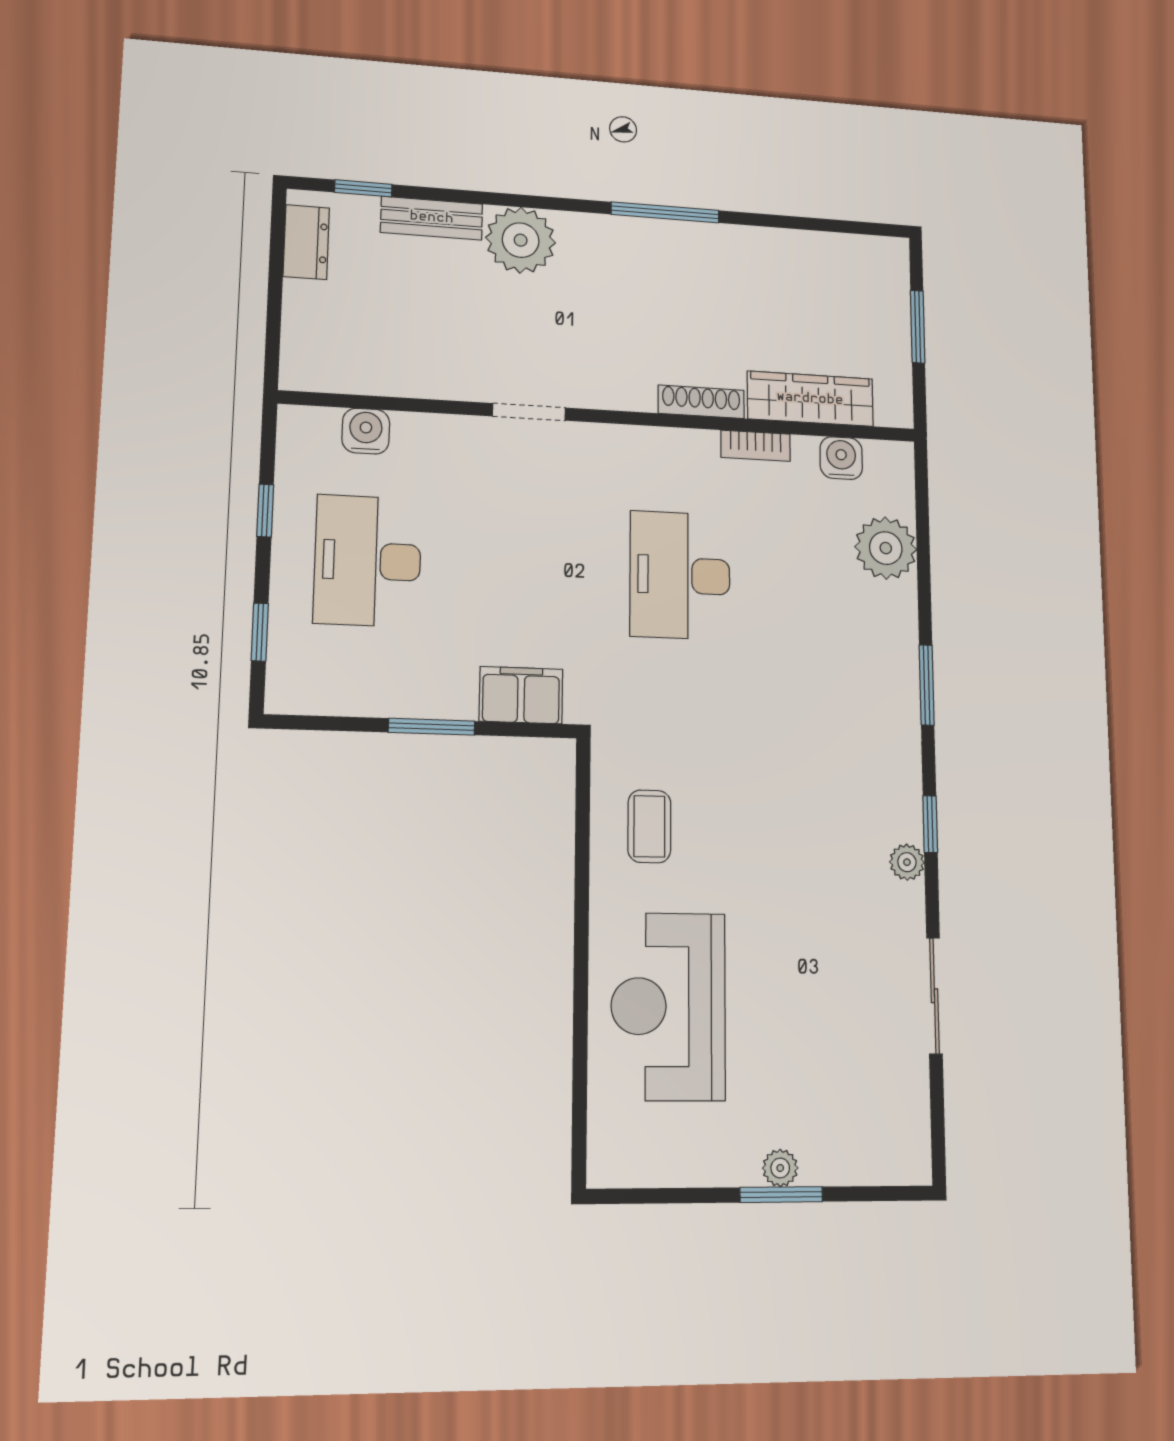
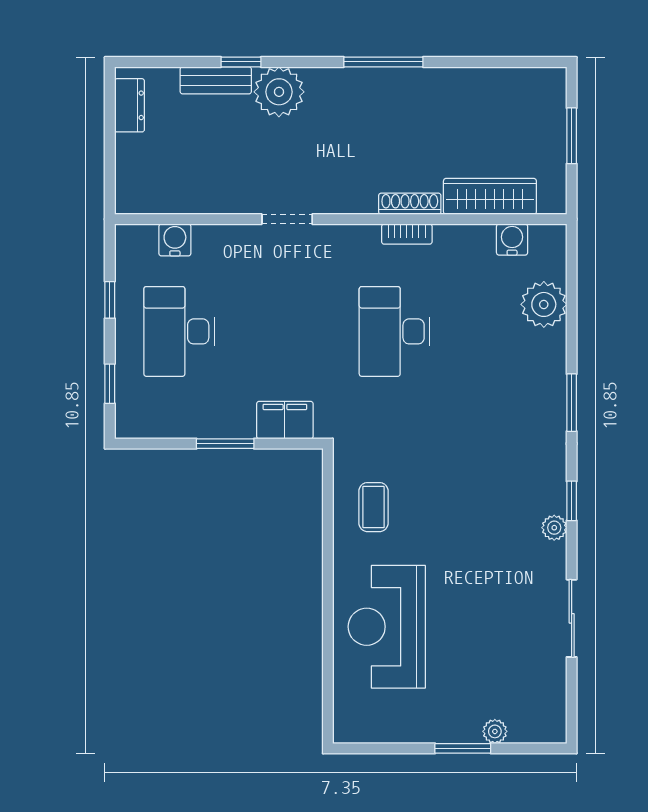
window: (363, 188) -> (241, 62), moved
bookcase: (756, 446) -> (407, 234), moved
plant: (780, 1168) -> (495, 731), moved

